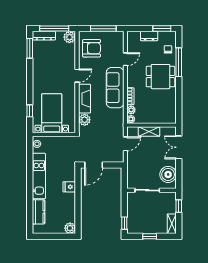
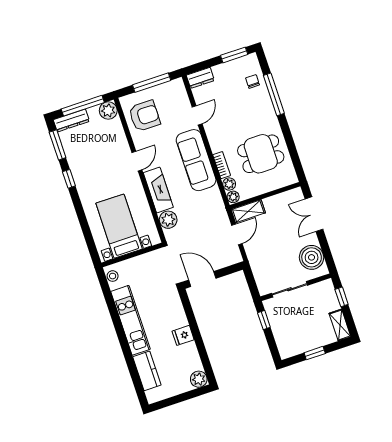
dresser: (149, 36) -> (200, 78), moved
dining table: (160, 77) -> (261, 154), moved
window: (30, 111) -> (69, 179), moved
shelving: (149, 131) -> (248, 211), moved
door: (94, 165) -> (202, 279), swing flipped
fridge: (69, 187) -> (183, 335), moved
window: (124, 223) -> (264, 320), moved

